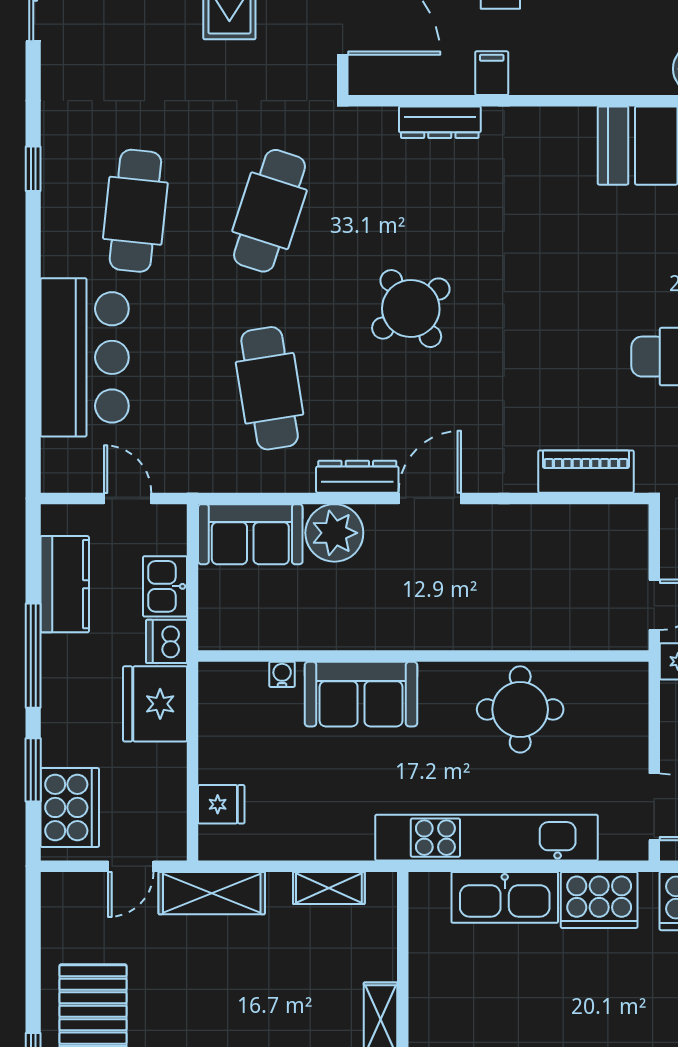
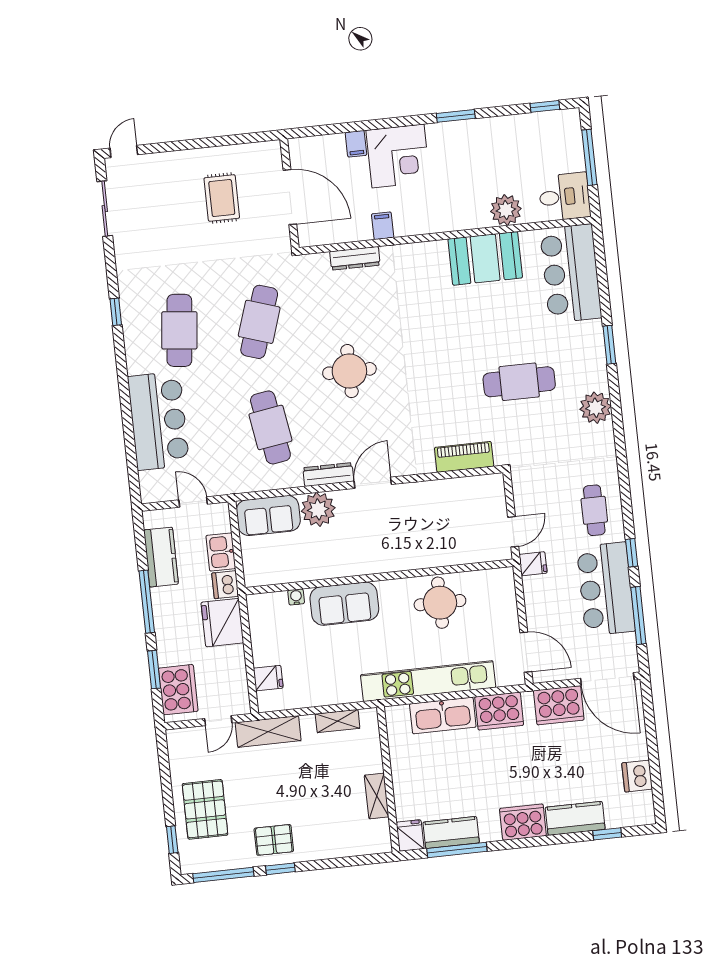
round table: (411, 309) -> (349, 371), turned 35

